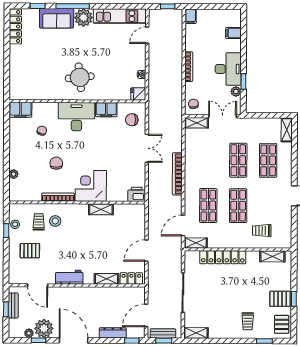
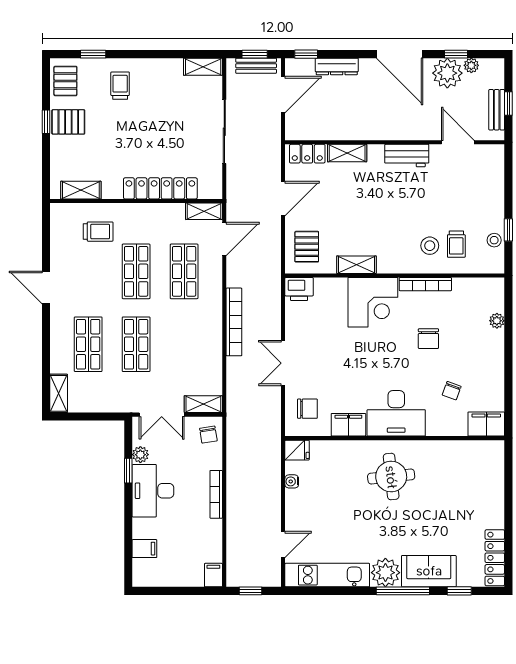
pallet: (30, 251) -> (307, 247), moved, turned 90

